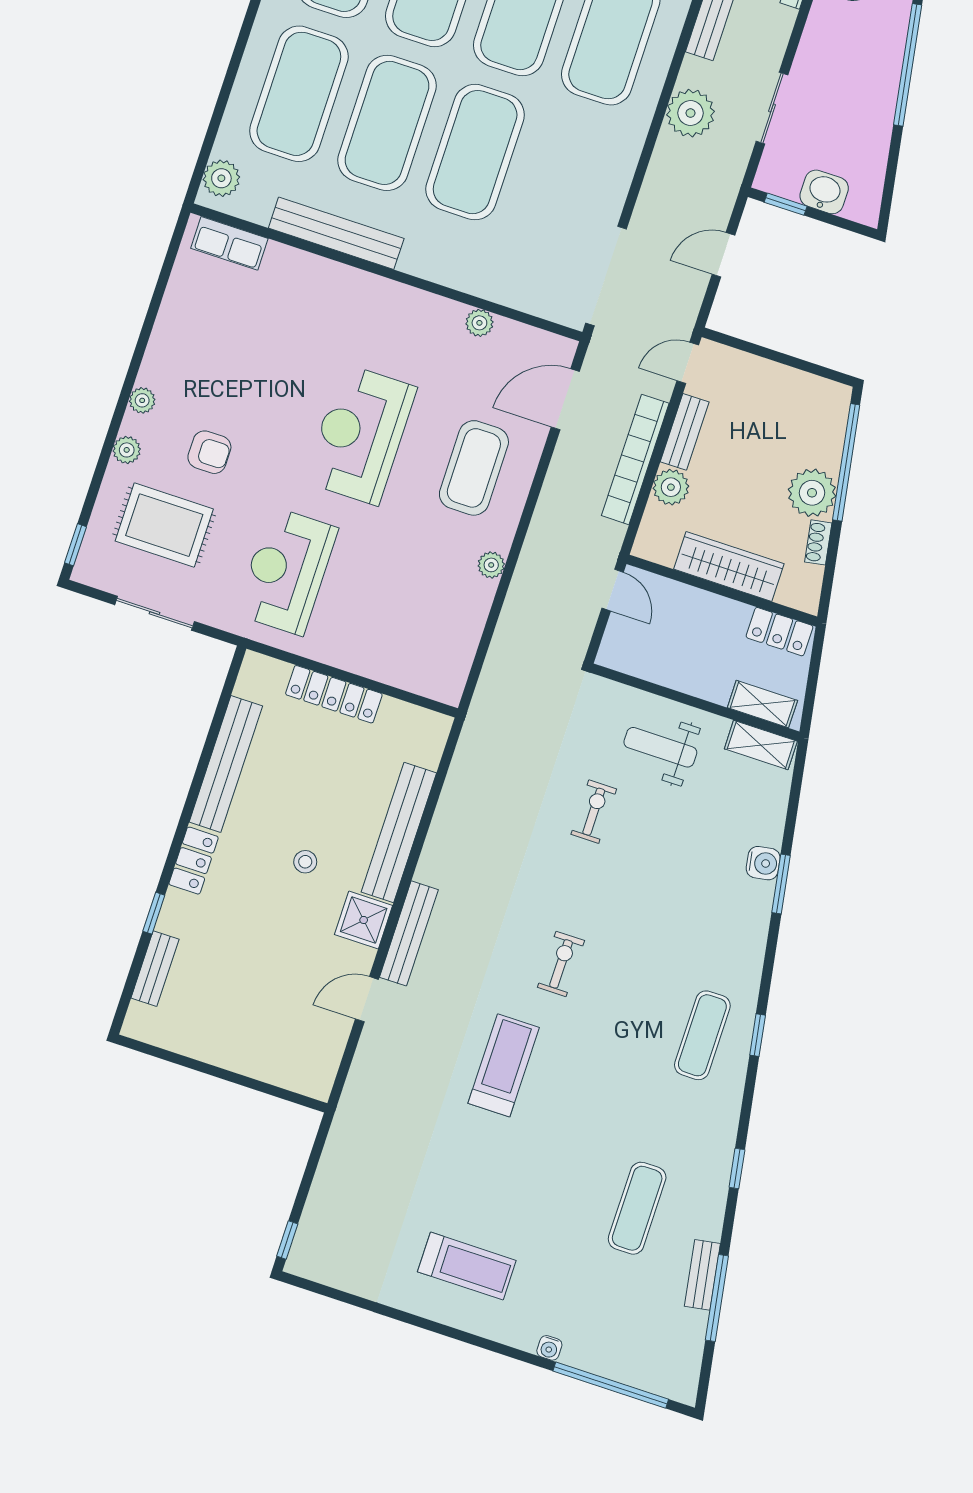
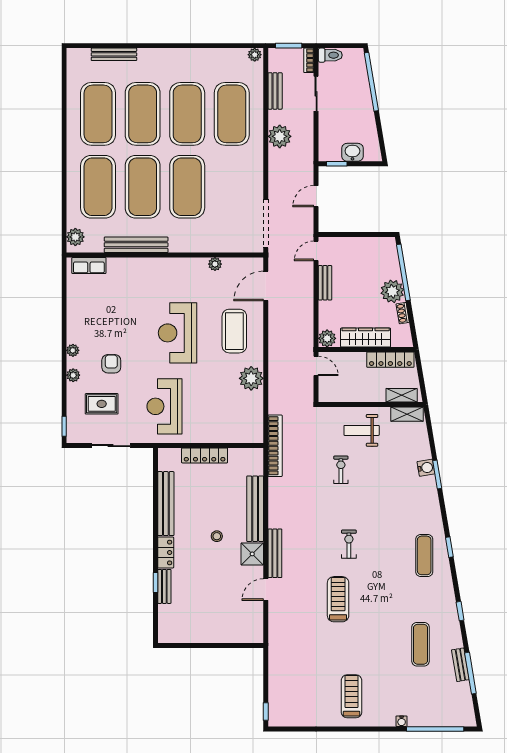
sliding door: (772, 108) -> (316, 94), moved
armchair: (209, 452) -> (111, 364), turned -90
bookcase: (635, 459) -> (275, 446), moved, turned 180
plant: (671, 487) -> (327, 338), moved
rug: (164, 525) -> (102, 404), width x0.73, depth x0.70
plant: (491, 565) -> (251, 378), width x1.87, depth x1.87
locker: (780, 632) -> (390, 360), width x1.53
bench: (155, 969) -> (164, 586), moved
treadmill: (467, 1266) -> (352, 696), turned -90

